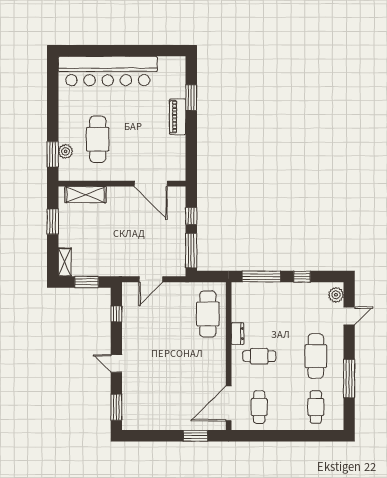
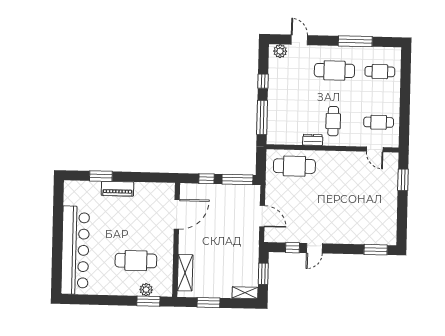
door: (116, 363) -> (314, 248), moved
door: (229, 403) -> (375, 149), width x0.53

